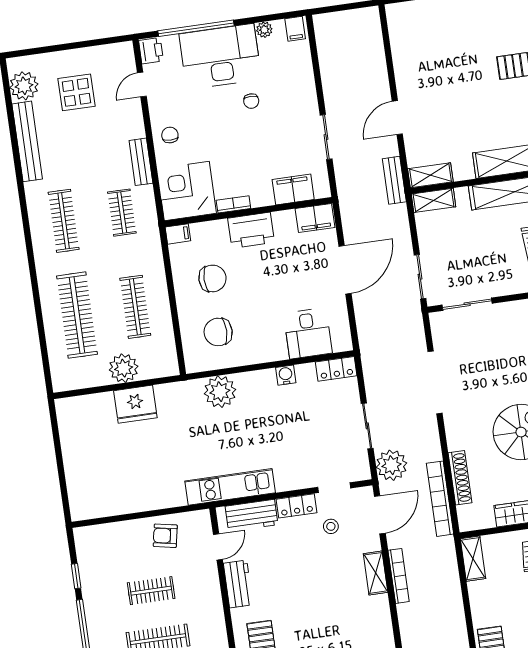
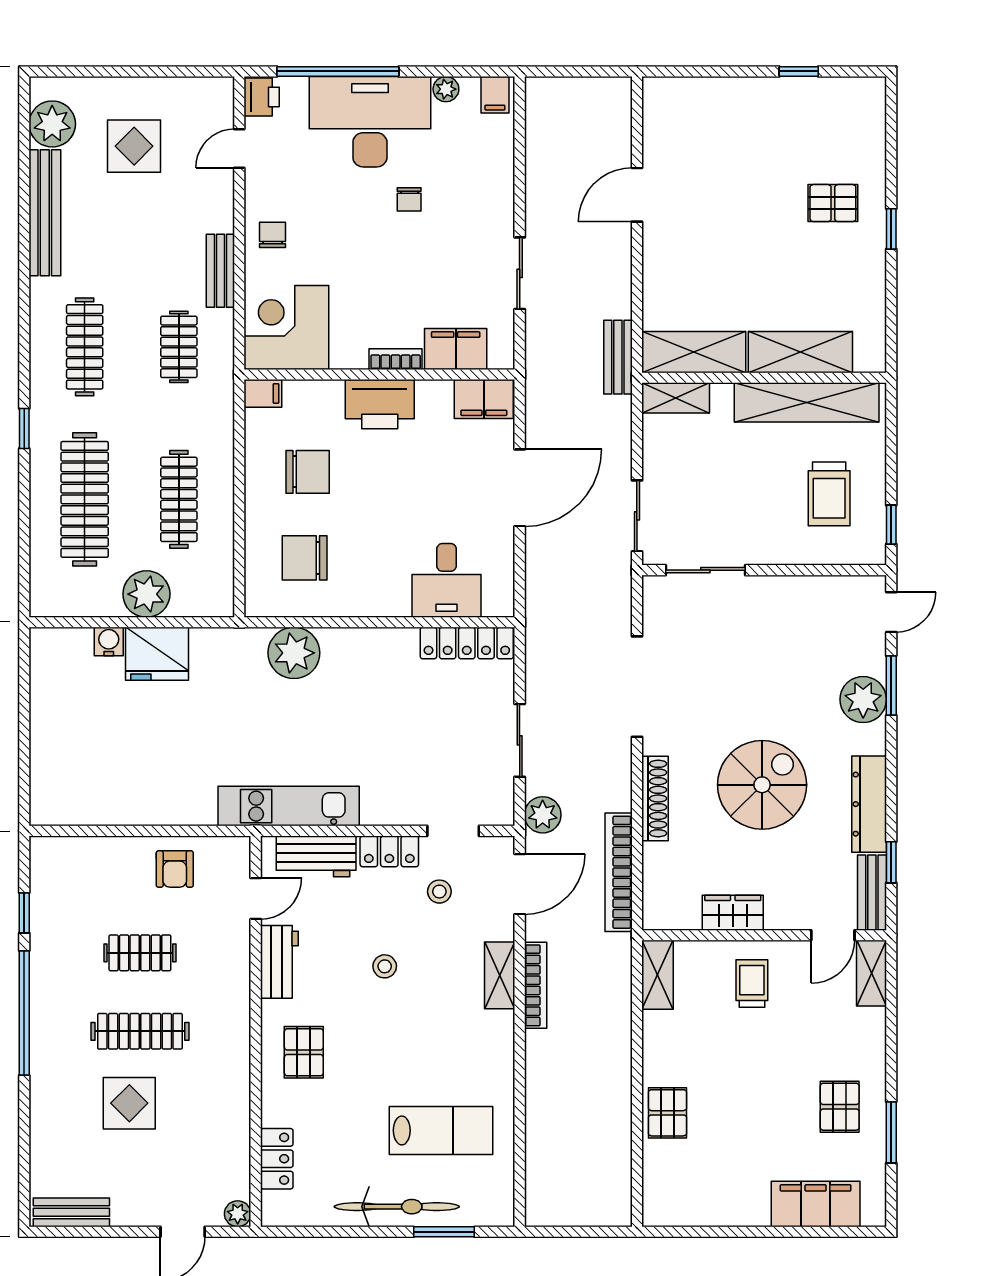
door: (397, 118) -> (637, 195), moved
shelving: (430, 175) -> (694, 352), width x1.50, depth x1.33
bookcase: (233, 204) -> (396, 359), moved
window: (33, 277) -> (24, 428), added
locker: (336, 369) -> (467, 643), width x1.53
water cooler: (286, 375) -> (109, 642), moved
plant: (392, 465) -> (543, 815), width x0.73, depth x0.73
shoe rack: (460, 478) -> (655, 799), moved
armchair: (165, 536) -> (175, 869), turned -101
stool: (304, 577) -> (385, 966), added

